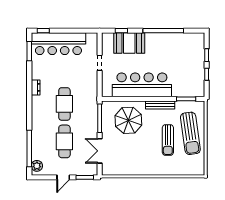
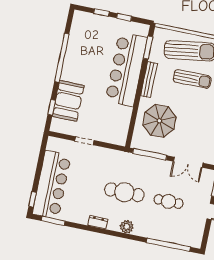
bar counter: (142, 85) -> (126, 69), moved
cafe table: (64, 141) -> (169, 201), width x0.73, depth x0.74
plant: (37, 166) -> (127, 227), moved

